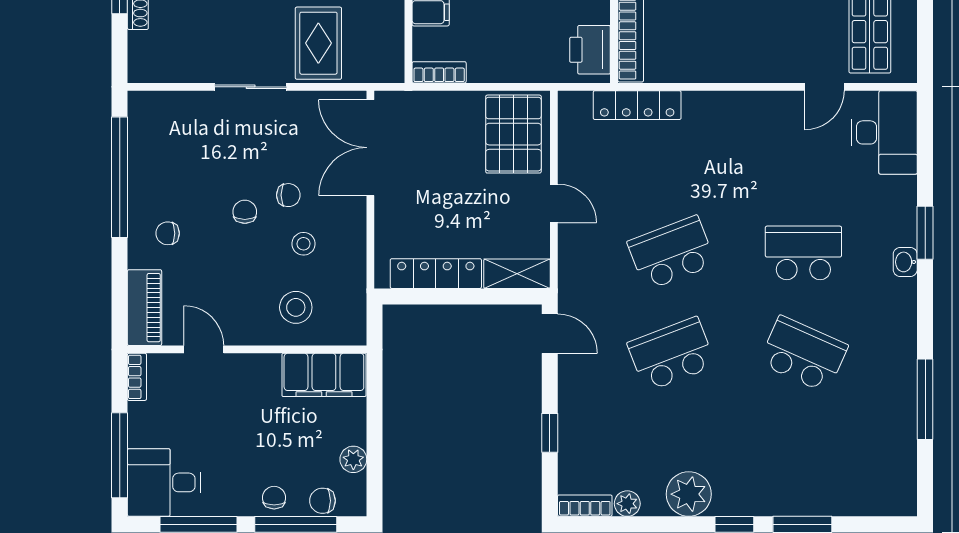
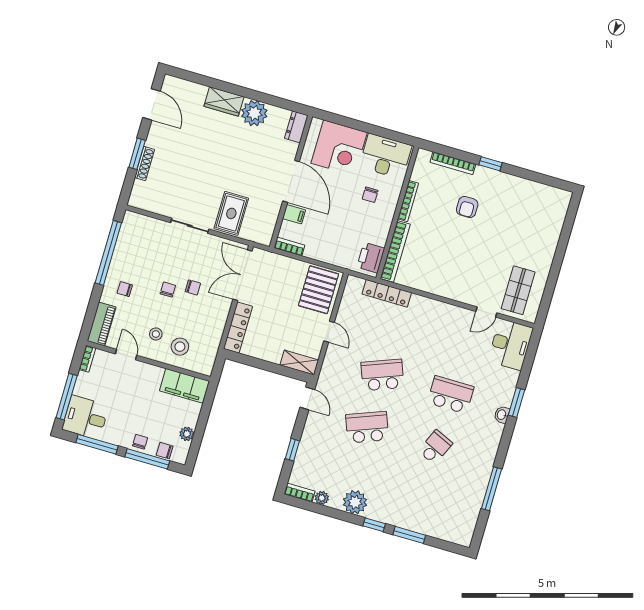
stool: (304, 244) -> (156, 334), moved
locker: (436, 274) -> (238, 327), moved, turned 90
school desk: (803, 354) -> (435, 447), width x0.54

